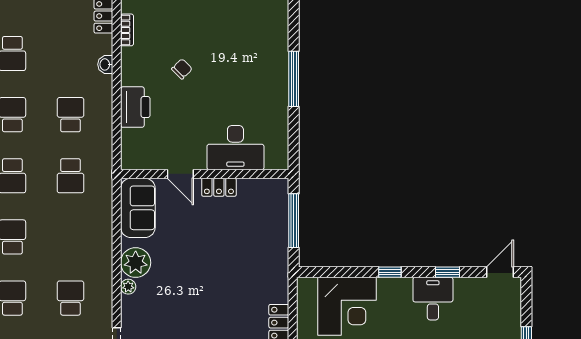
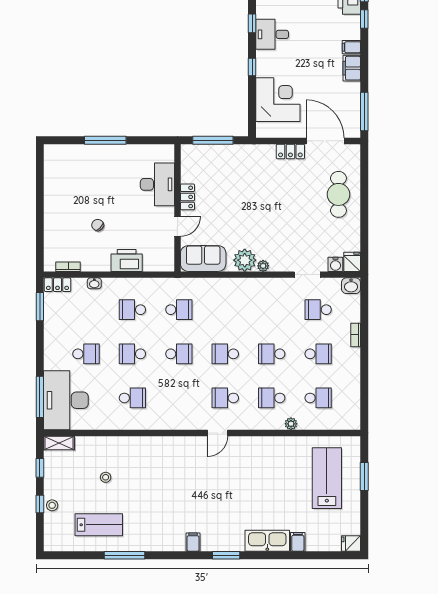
school desk: (70, 298) -> (272, 310), removed

